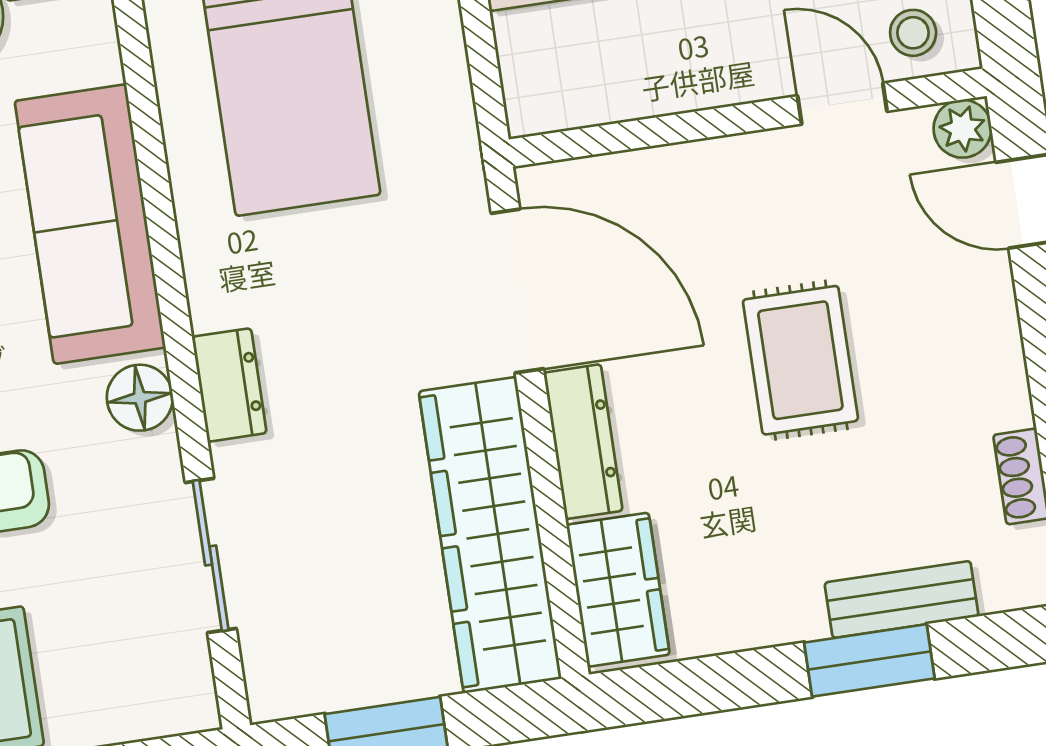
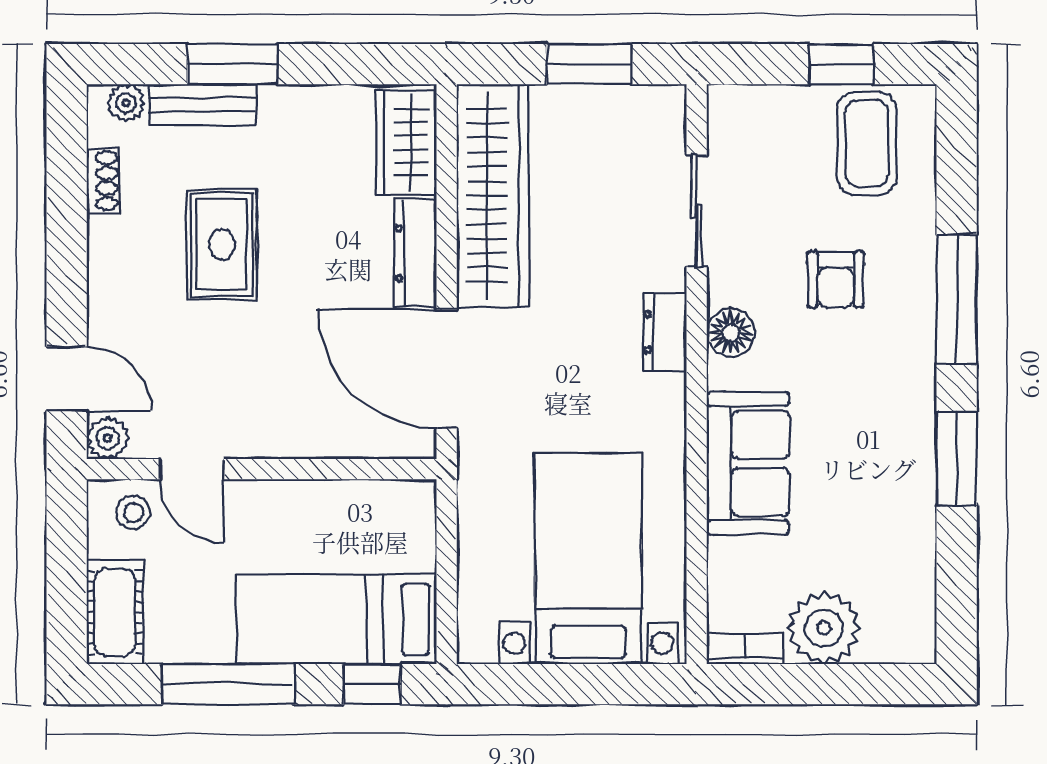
sofa: (90, 224) -> (748, 463), width x0.73
rug: (800, 360) -> (222, 244), moved
plant: (1006, 587) -> (126, 103), added

